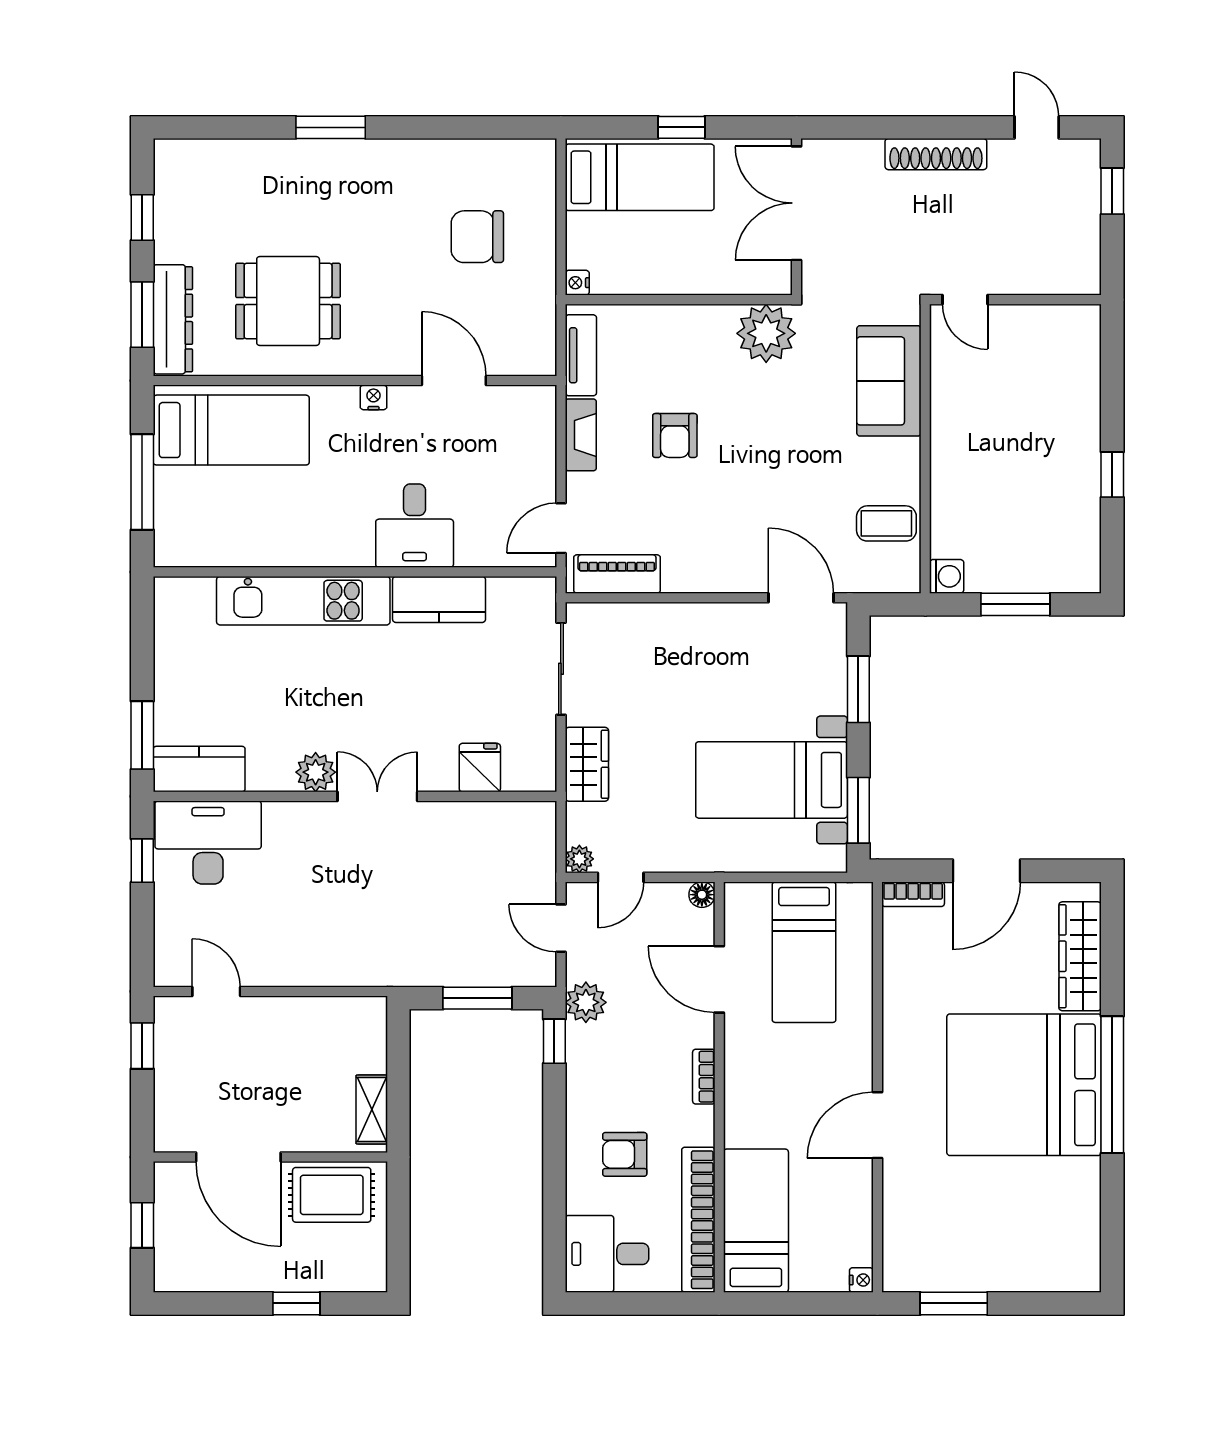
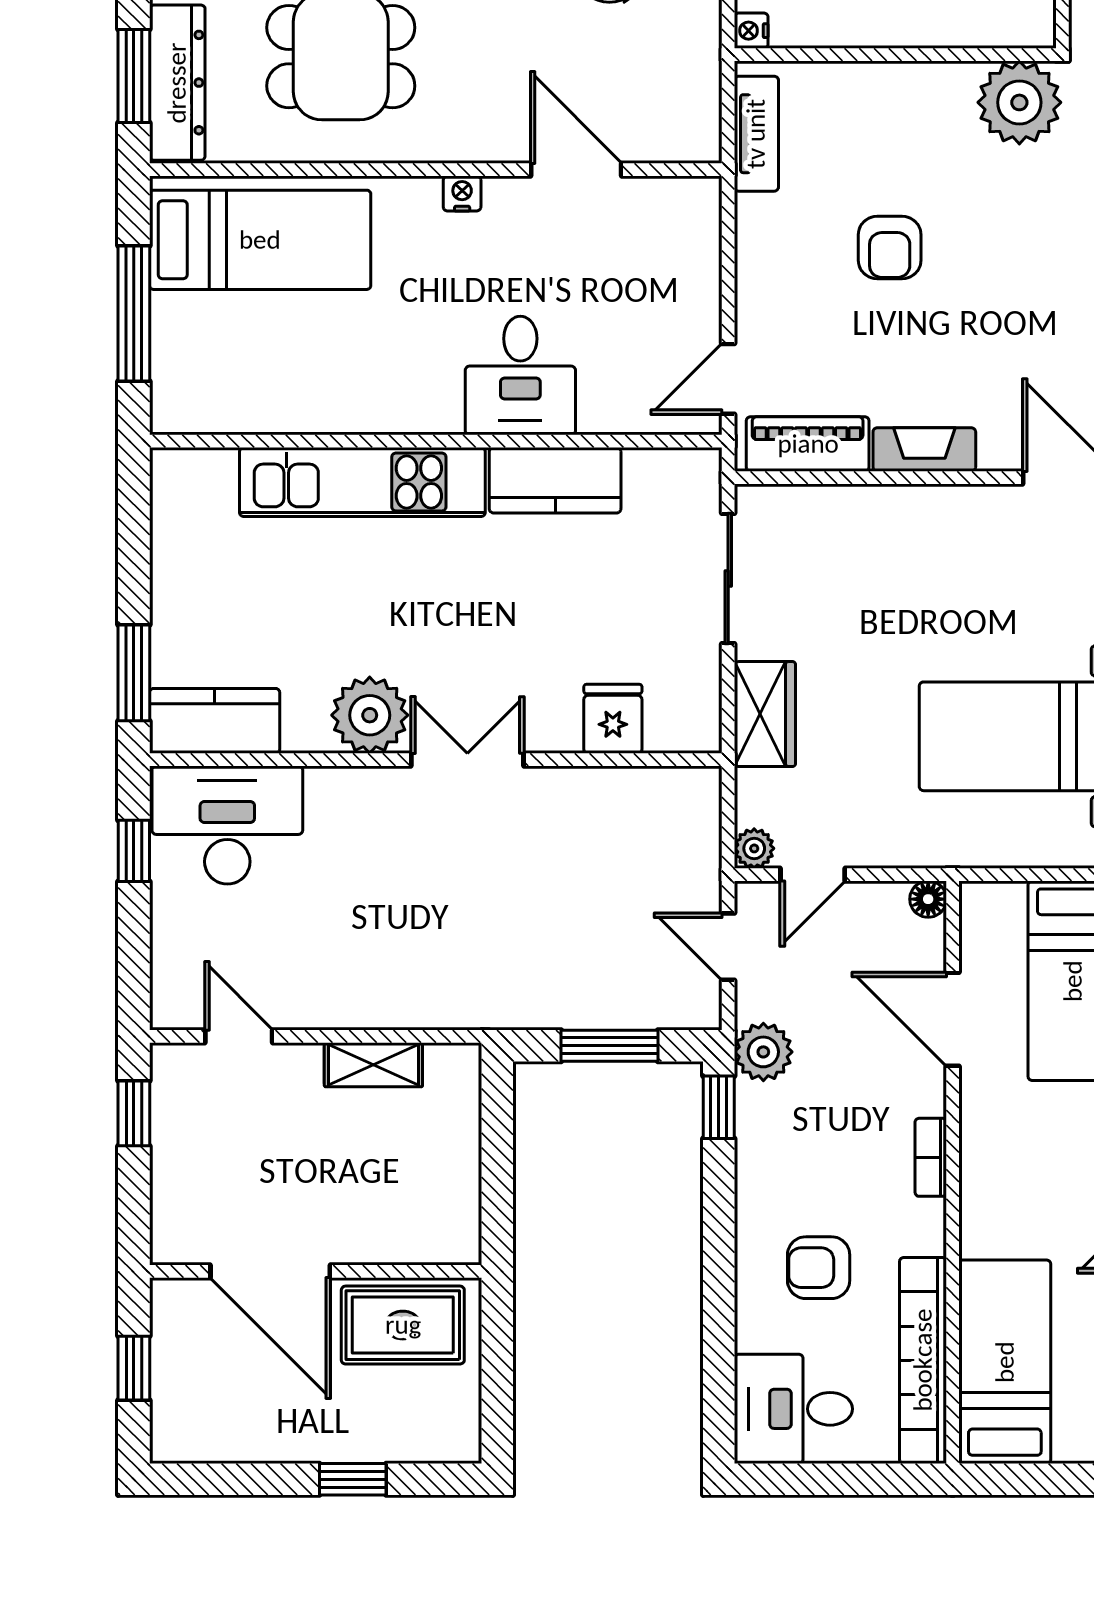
fireplace: (581, 435) -> (924, 450), moved, turned -90
plant: (316, 772) -> (370, 715), width x1.36, depth x1.36
shelving: (372, 1110) -> (373, 1065), moved, turned 90

